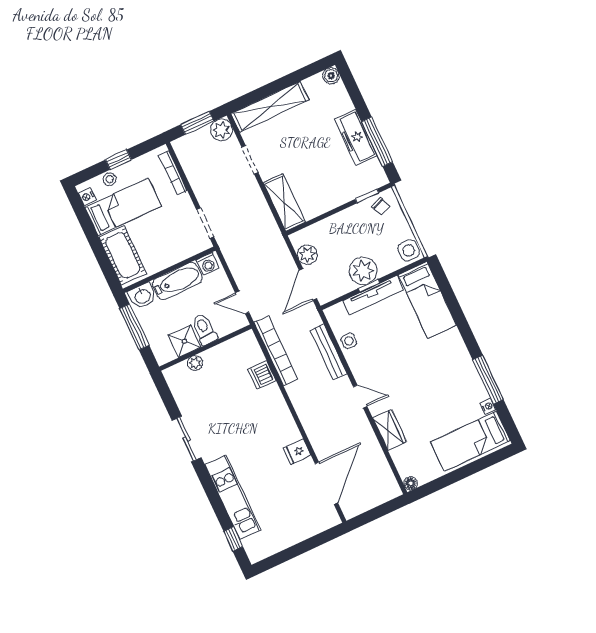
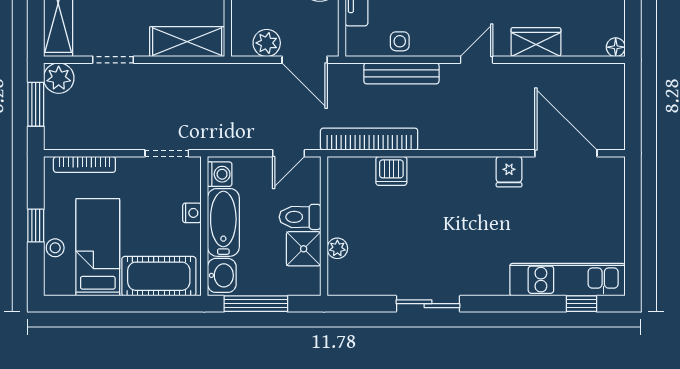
nightstand: (87, 197) -> (192, 213), moved, turned -90
kitchen unit: (233, 497) -> (567, 280), moved

